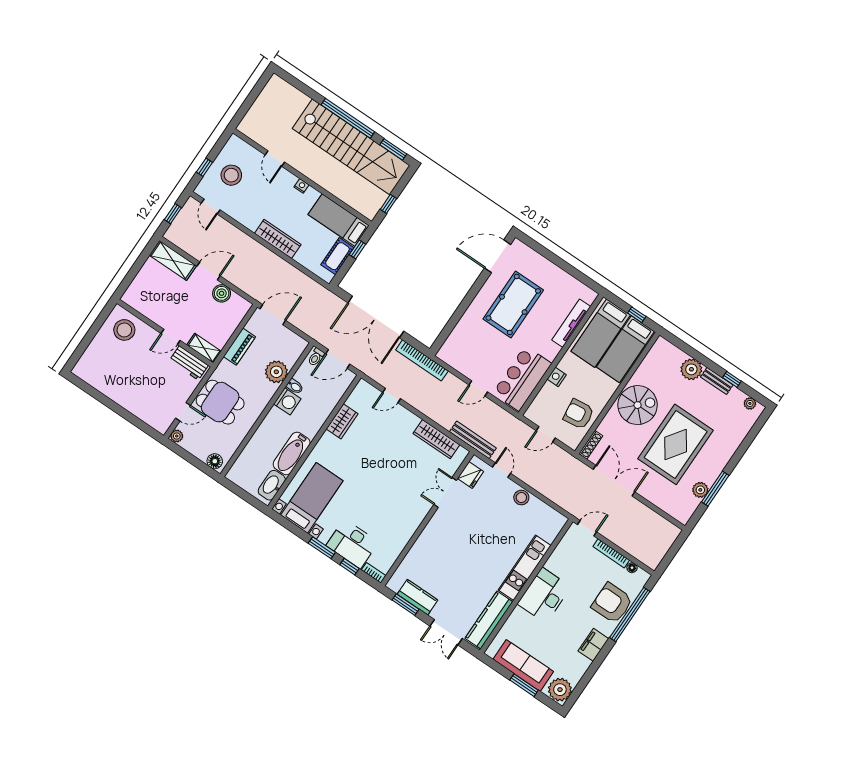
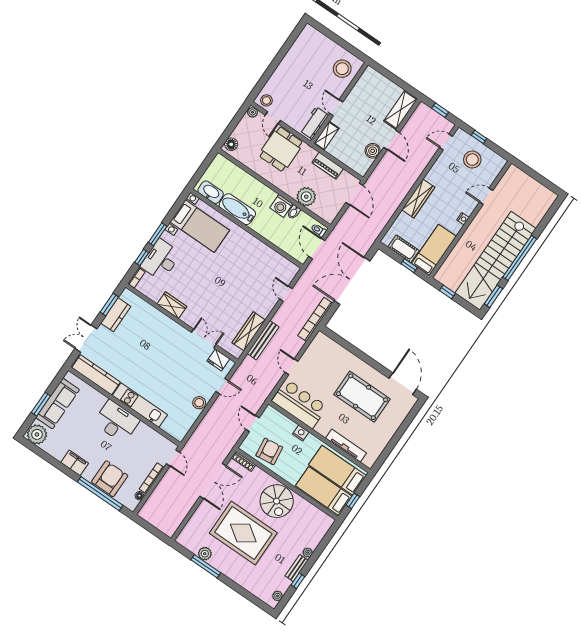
plant: (691, 369) -> (308, 553), width x0.53, depth x0.53
stool: (163, 420) -> (266, 100), added
wardrobe: (342, 421) -> (172, 305), moved, turned 180
bench: (473, 440) -> (263, 340), moved

